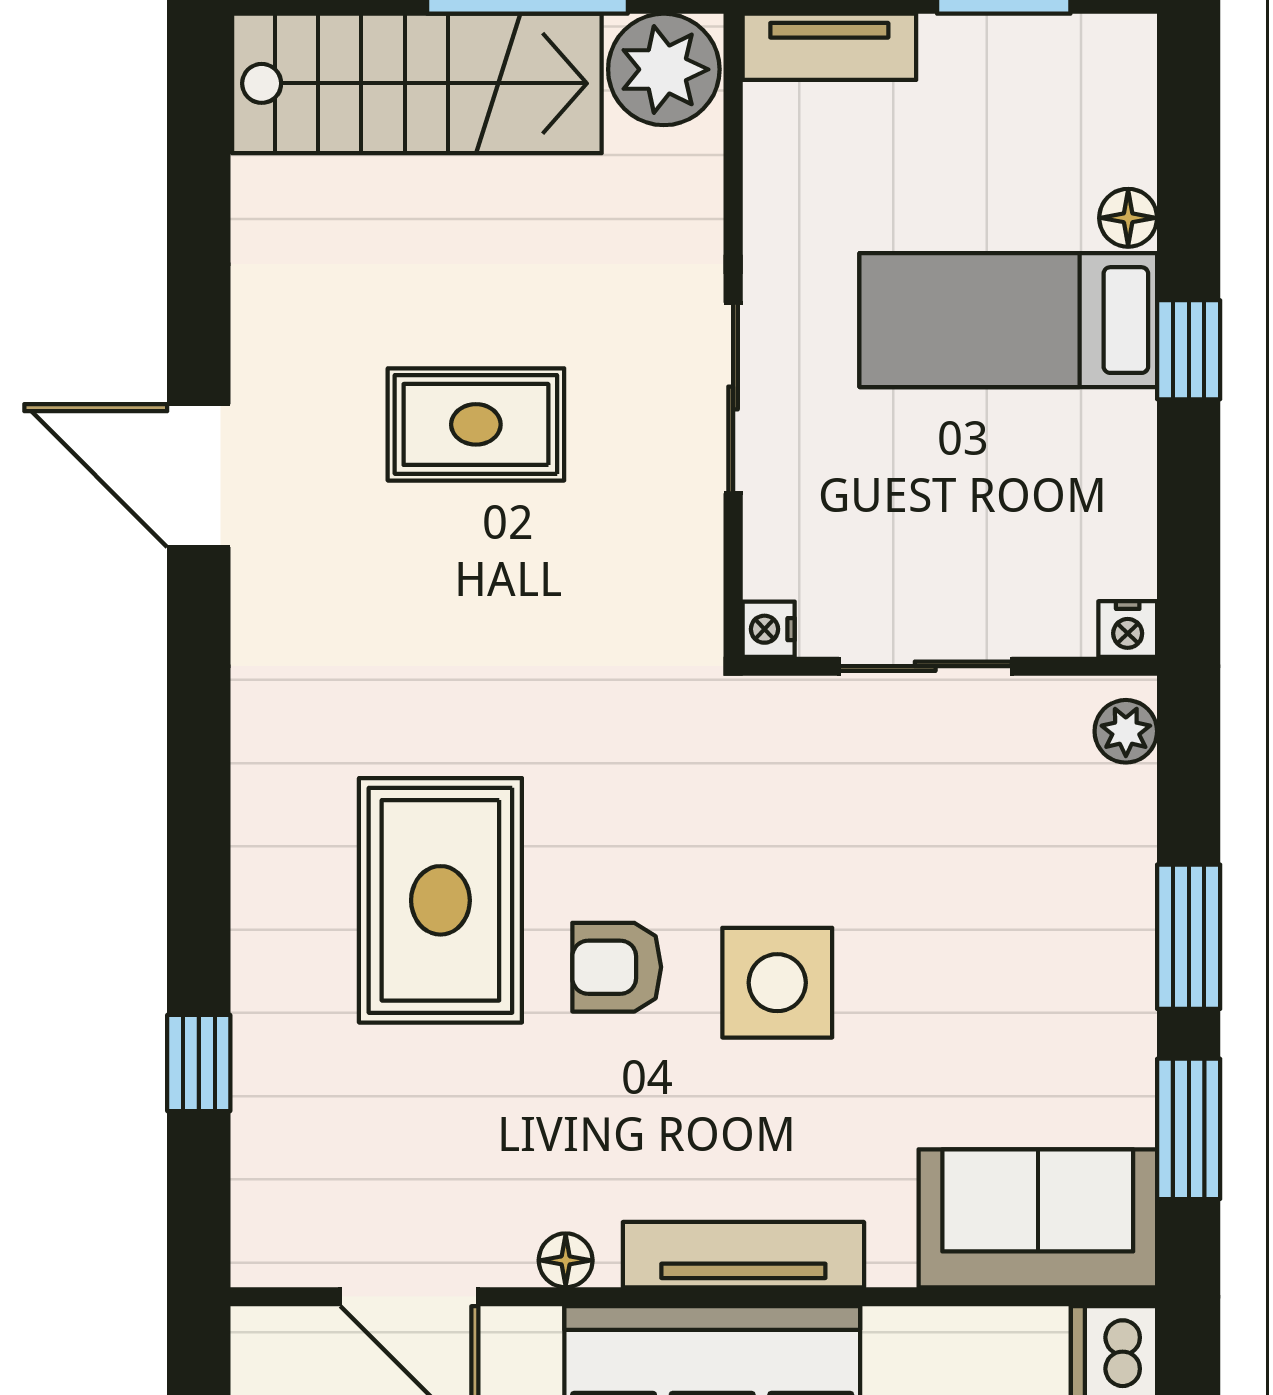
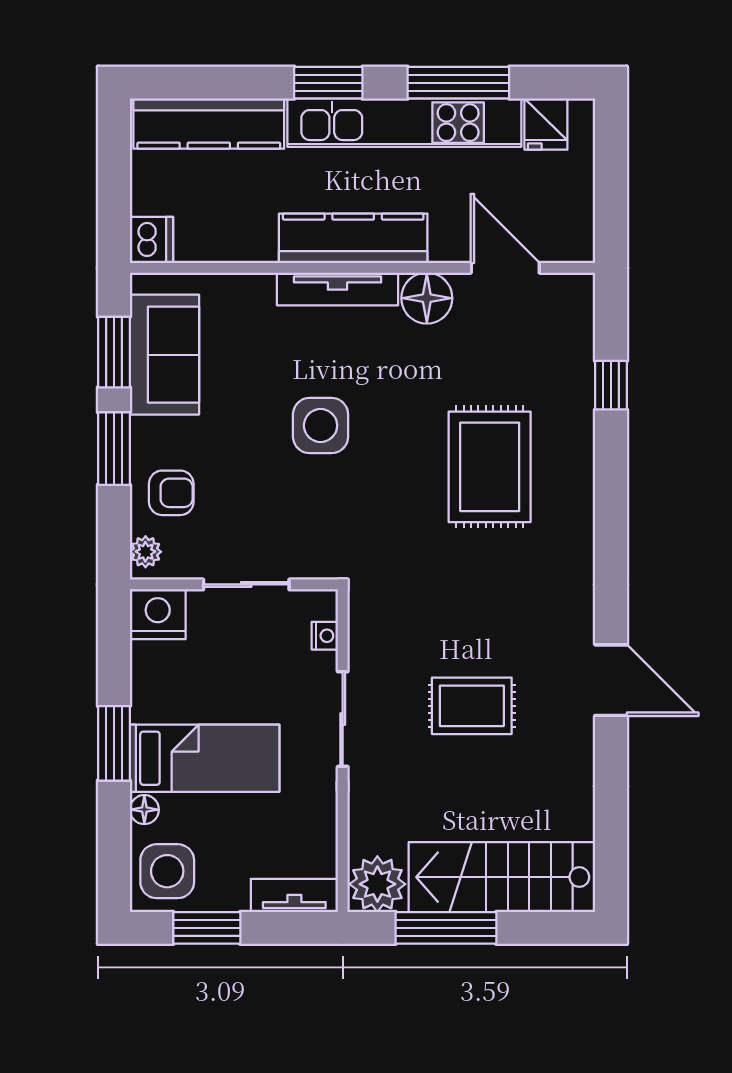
side table: (1083, 95) -> (167, 871), added
window: (1189, 350) -> (114, 743), width x1.50
nightstand: (769, 629) -> (325, 636), moved
nightstand: (1128, 629) -> (158, 614), width x1.89, depth x1.79
armchair: (617, 967) -> (171, 493), moved
sofa: (1038, 1218) -> (164, 355), moved, turned -90
floor lamp: (566, 1260) -> (427, 298), width x1.89, depth x1.89

